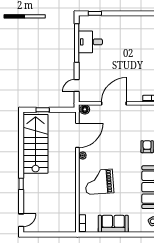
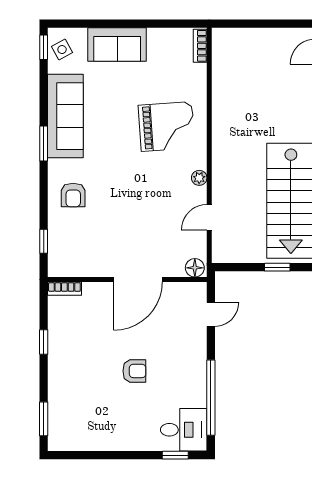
desk: (90, 42) -> (184, 430), moved
armchair: (116, 57) -> (134, 371), added
door: (77, 135) -> (209, 217), width x0.53
sofa: (113, 224) -> (117, 45), moved

